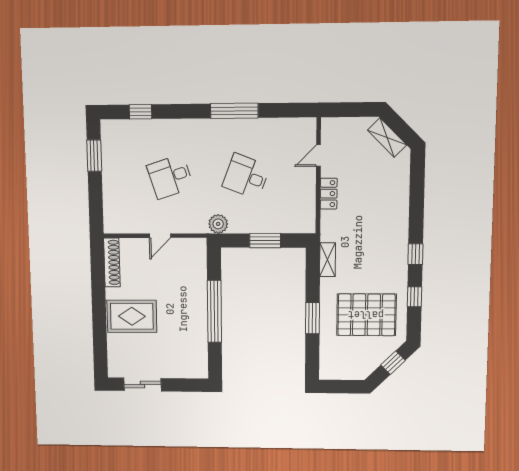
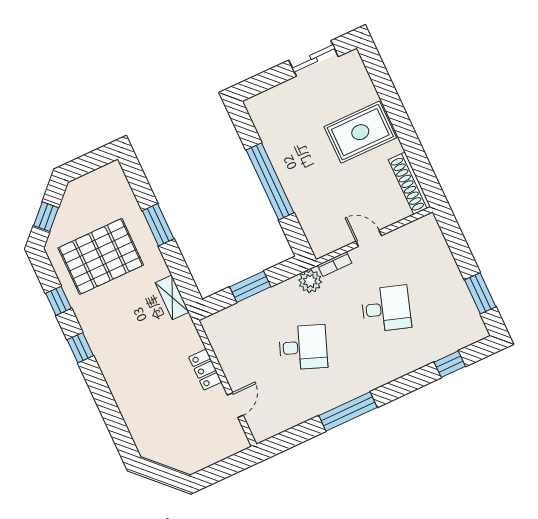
shelving: (387, 138) -> (171, 457), removed
desk: (170, 177) -> (386, 309), turned 36
bookcase: (194, 228) -> (335, 264), added
door: (160, 236) -> (369, 238), hinge flipped

